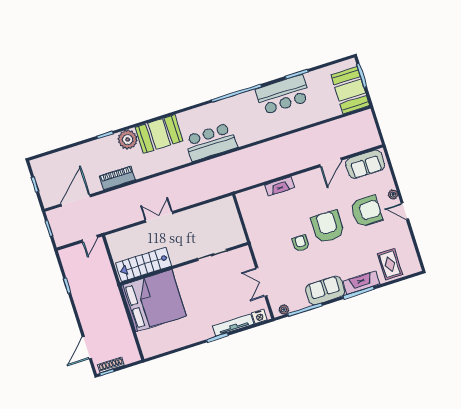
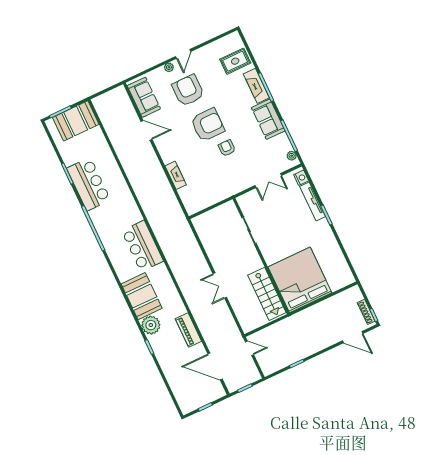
armchair: (328, 227) -> (208, 125), turned 180
armchair: (301, 243) -> (227, 148), turned 90

